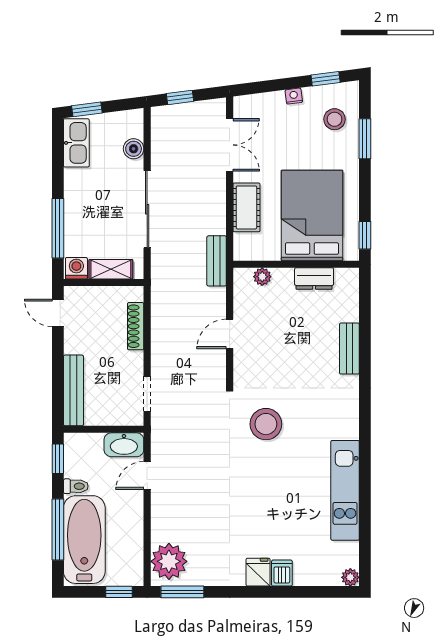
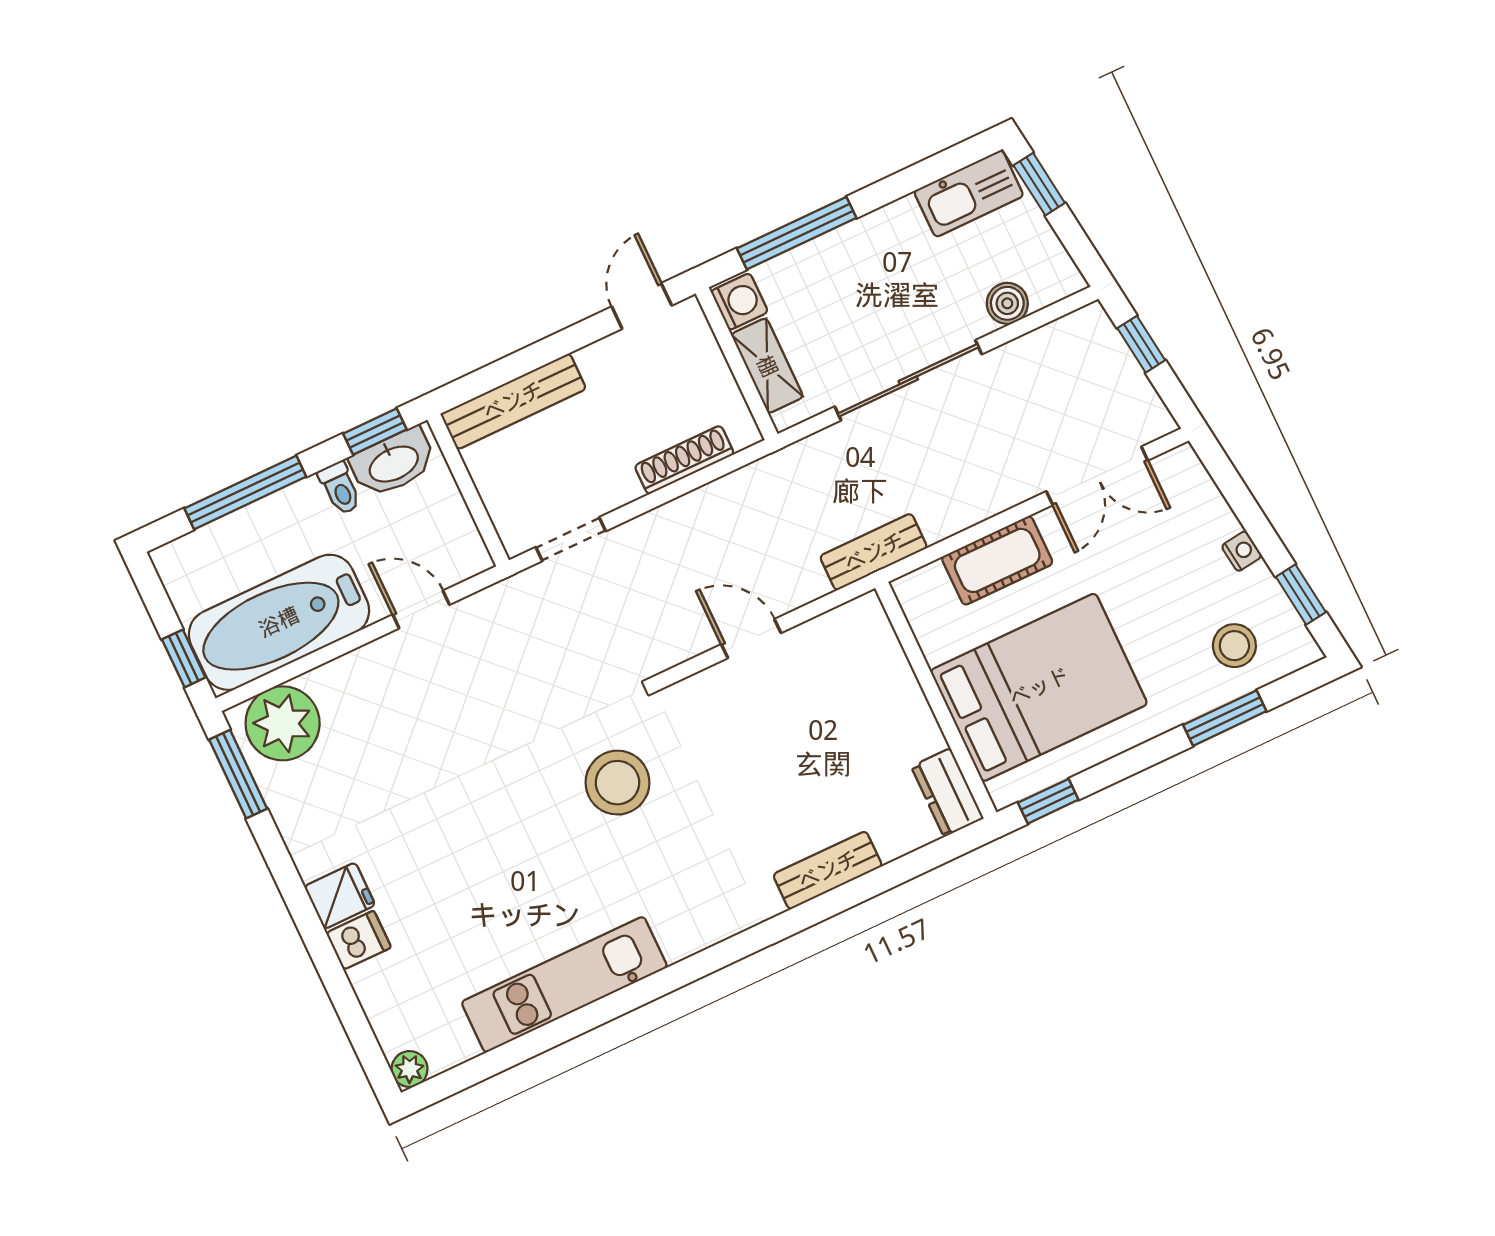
plant: (262, 277) -> (884, 649), removed
dresser: (314, 279) -> (947, 792), moved
washbasin: (124, 445) -> (393, 463), moved, turned -90
bathtub: (84, 540) -> (279, 622), moved, turned 180

